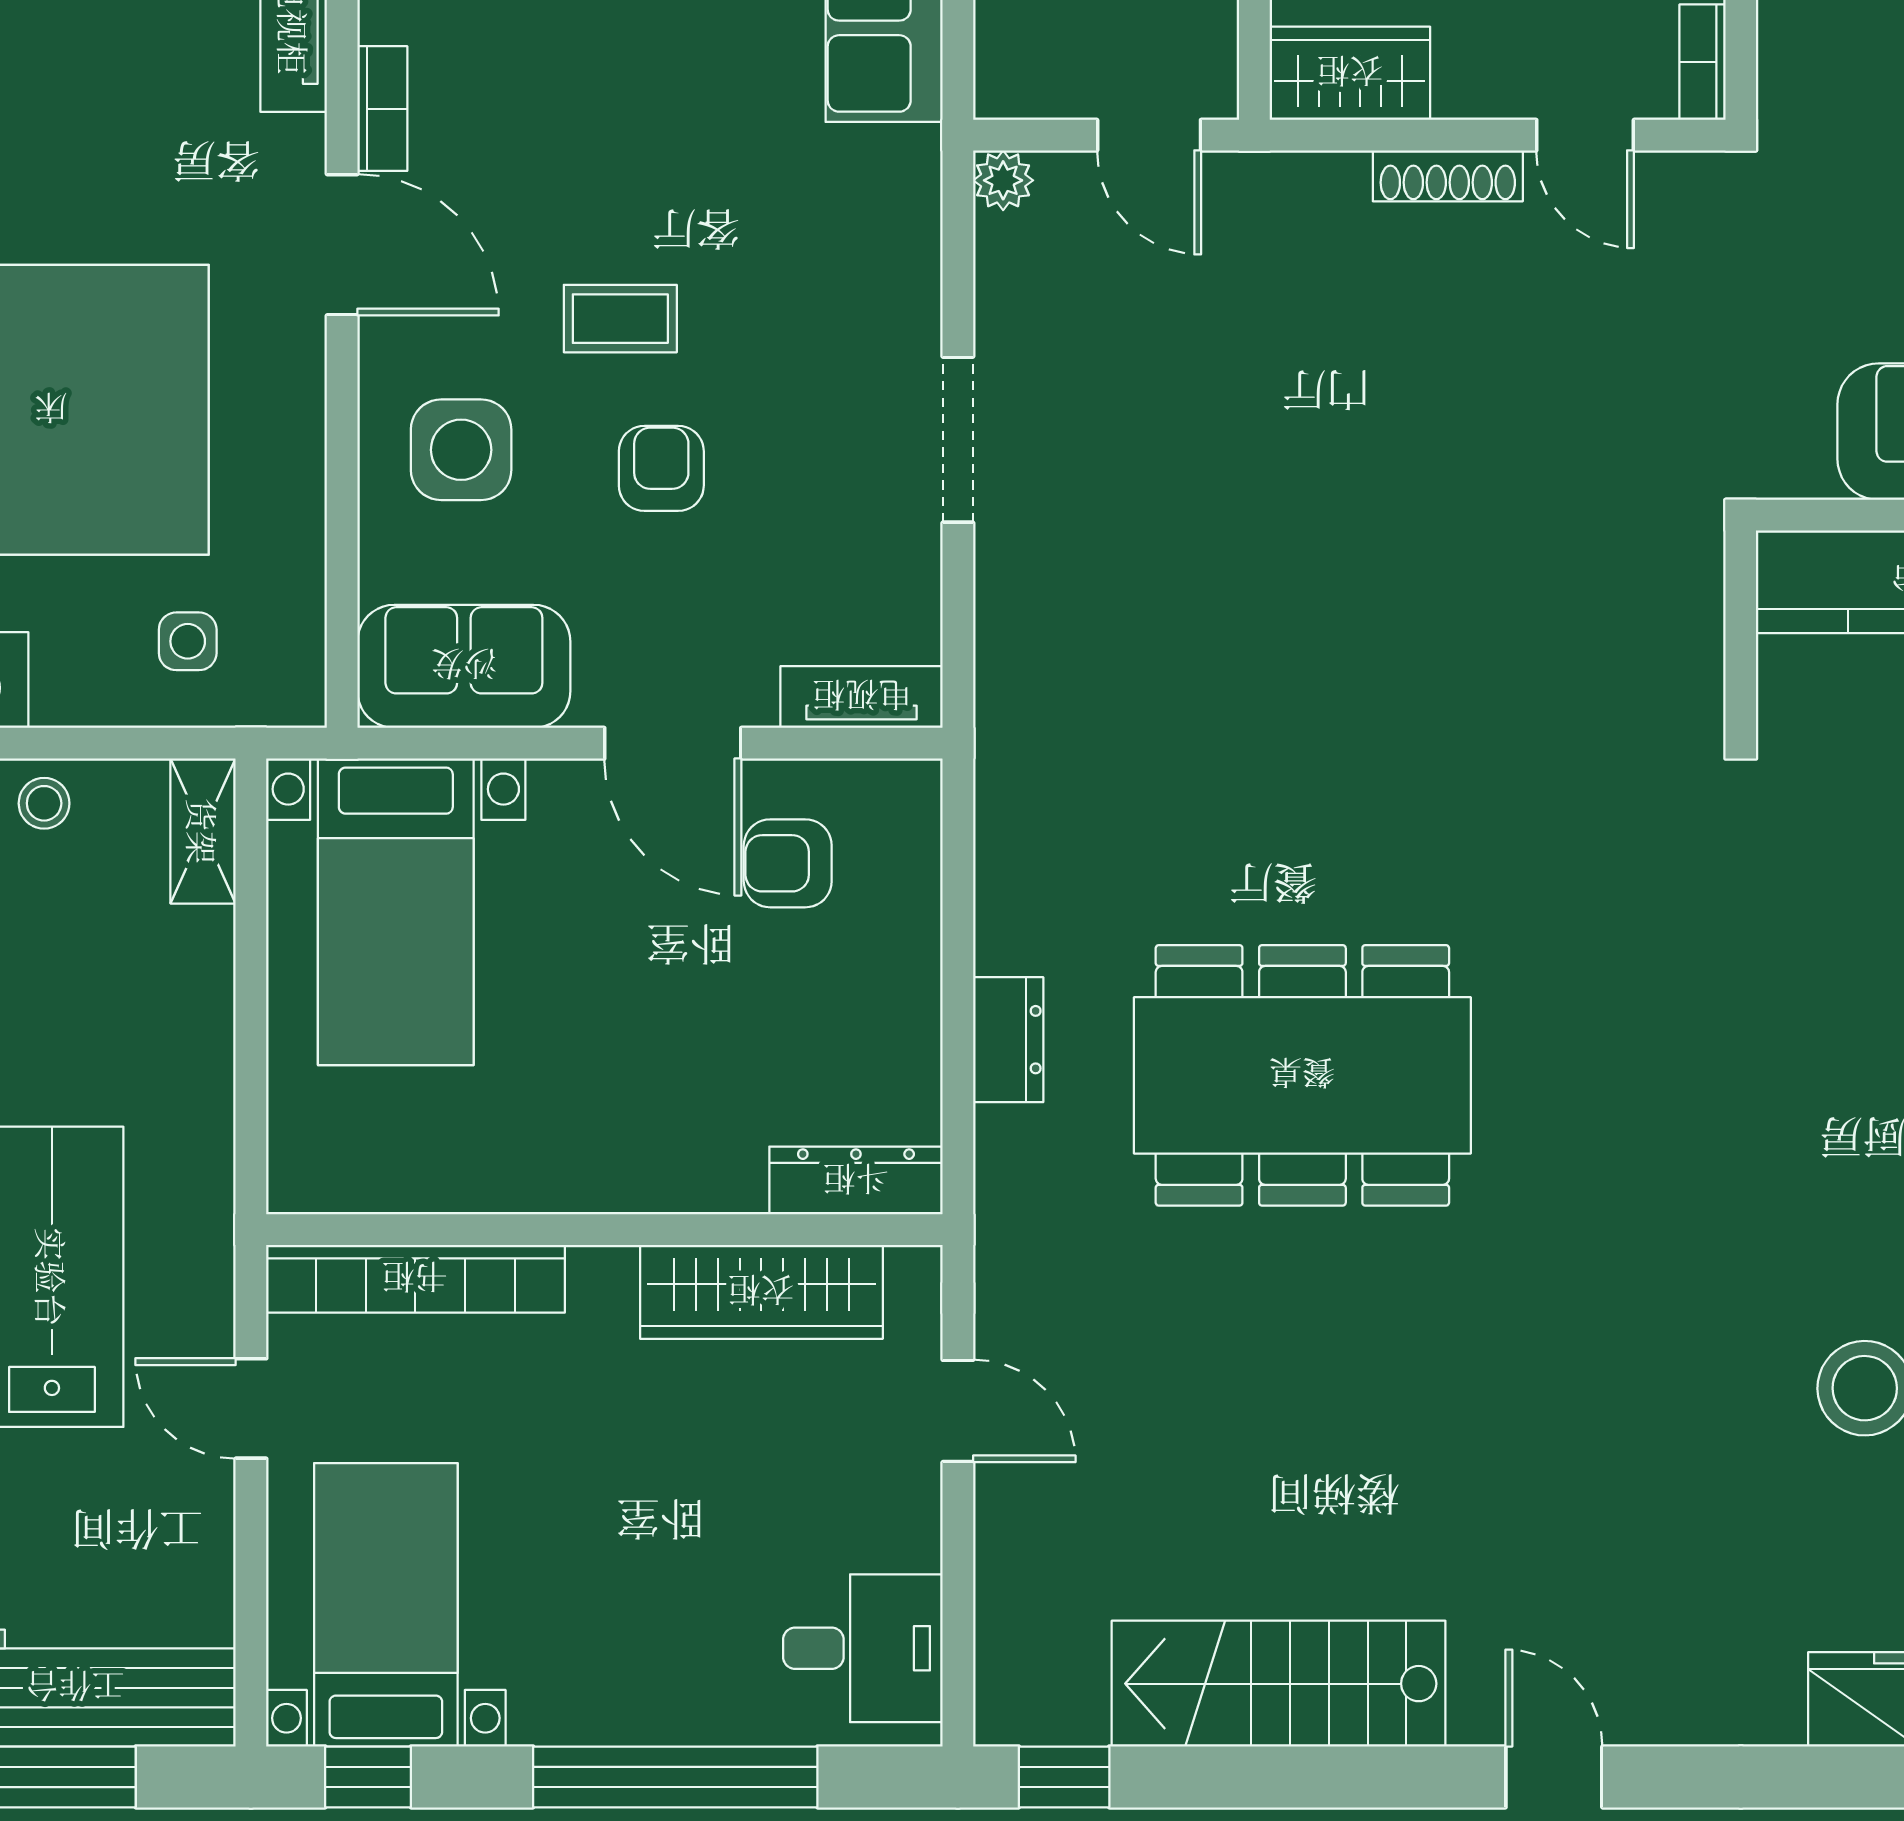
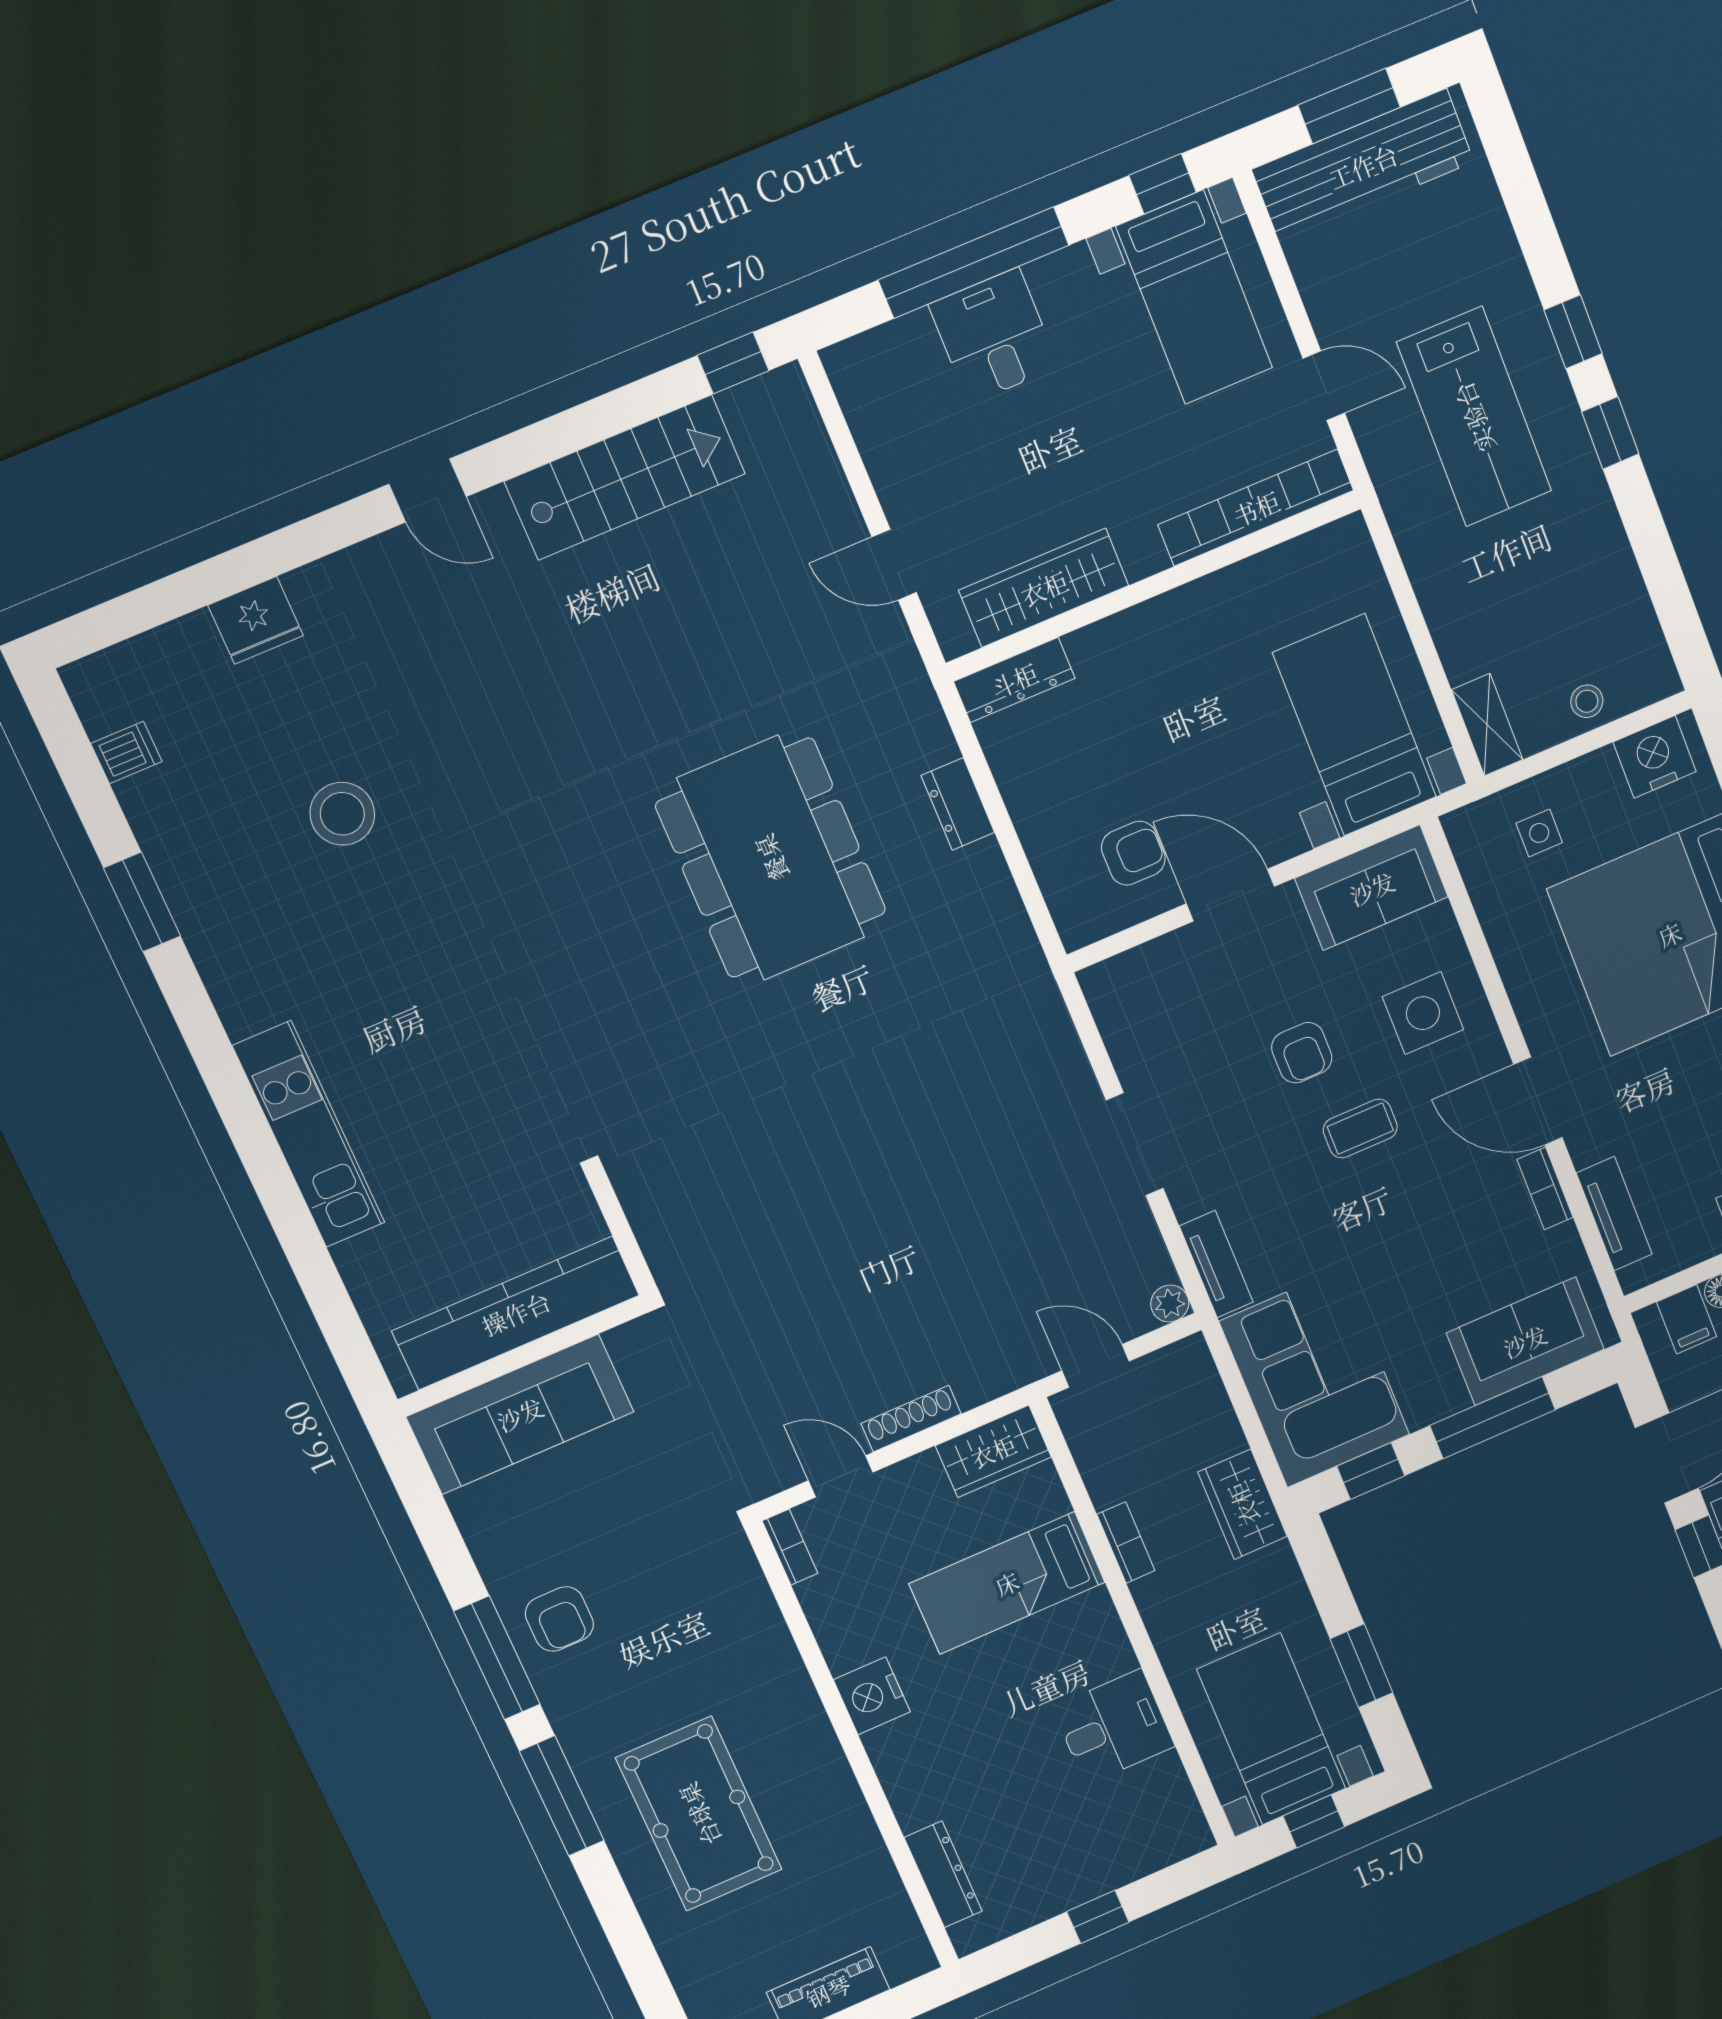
tv unit: (862, 697) -> (1216, 1264), moved, turned -90
dining table: (1302, 1075) -> (771, 858), turned 90
desk: (863, 1648) -> (994, 336), moved, turned 90

